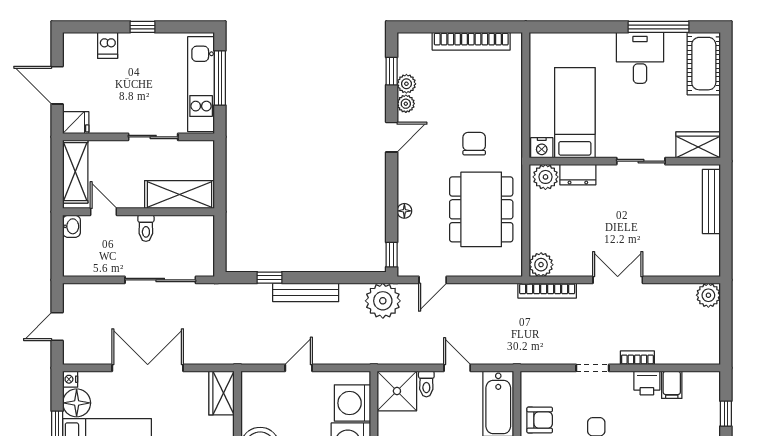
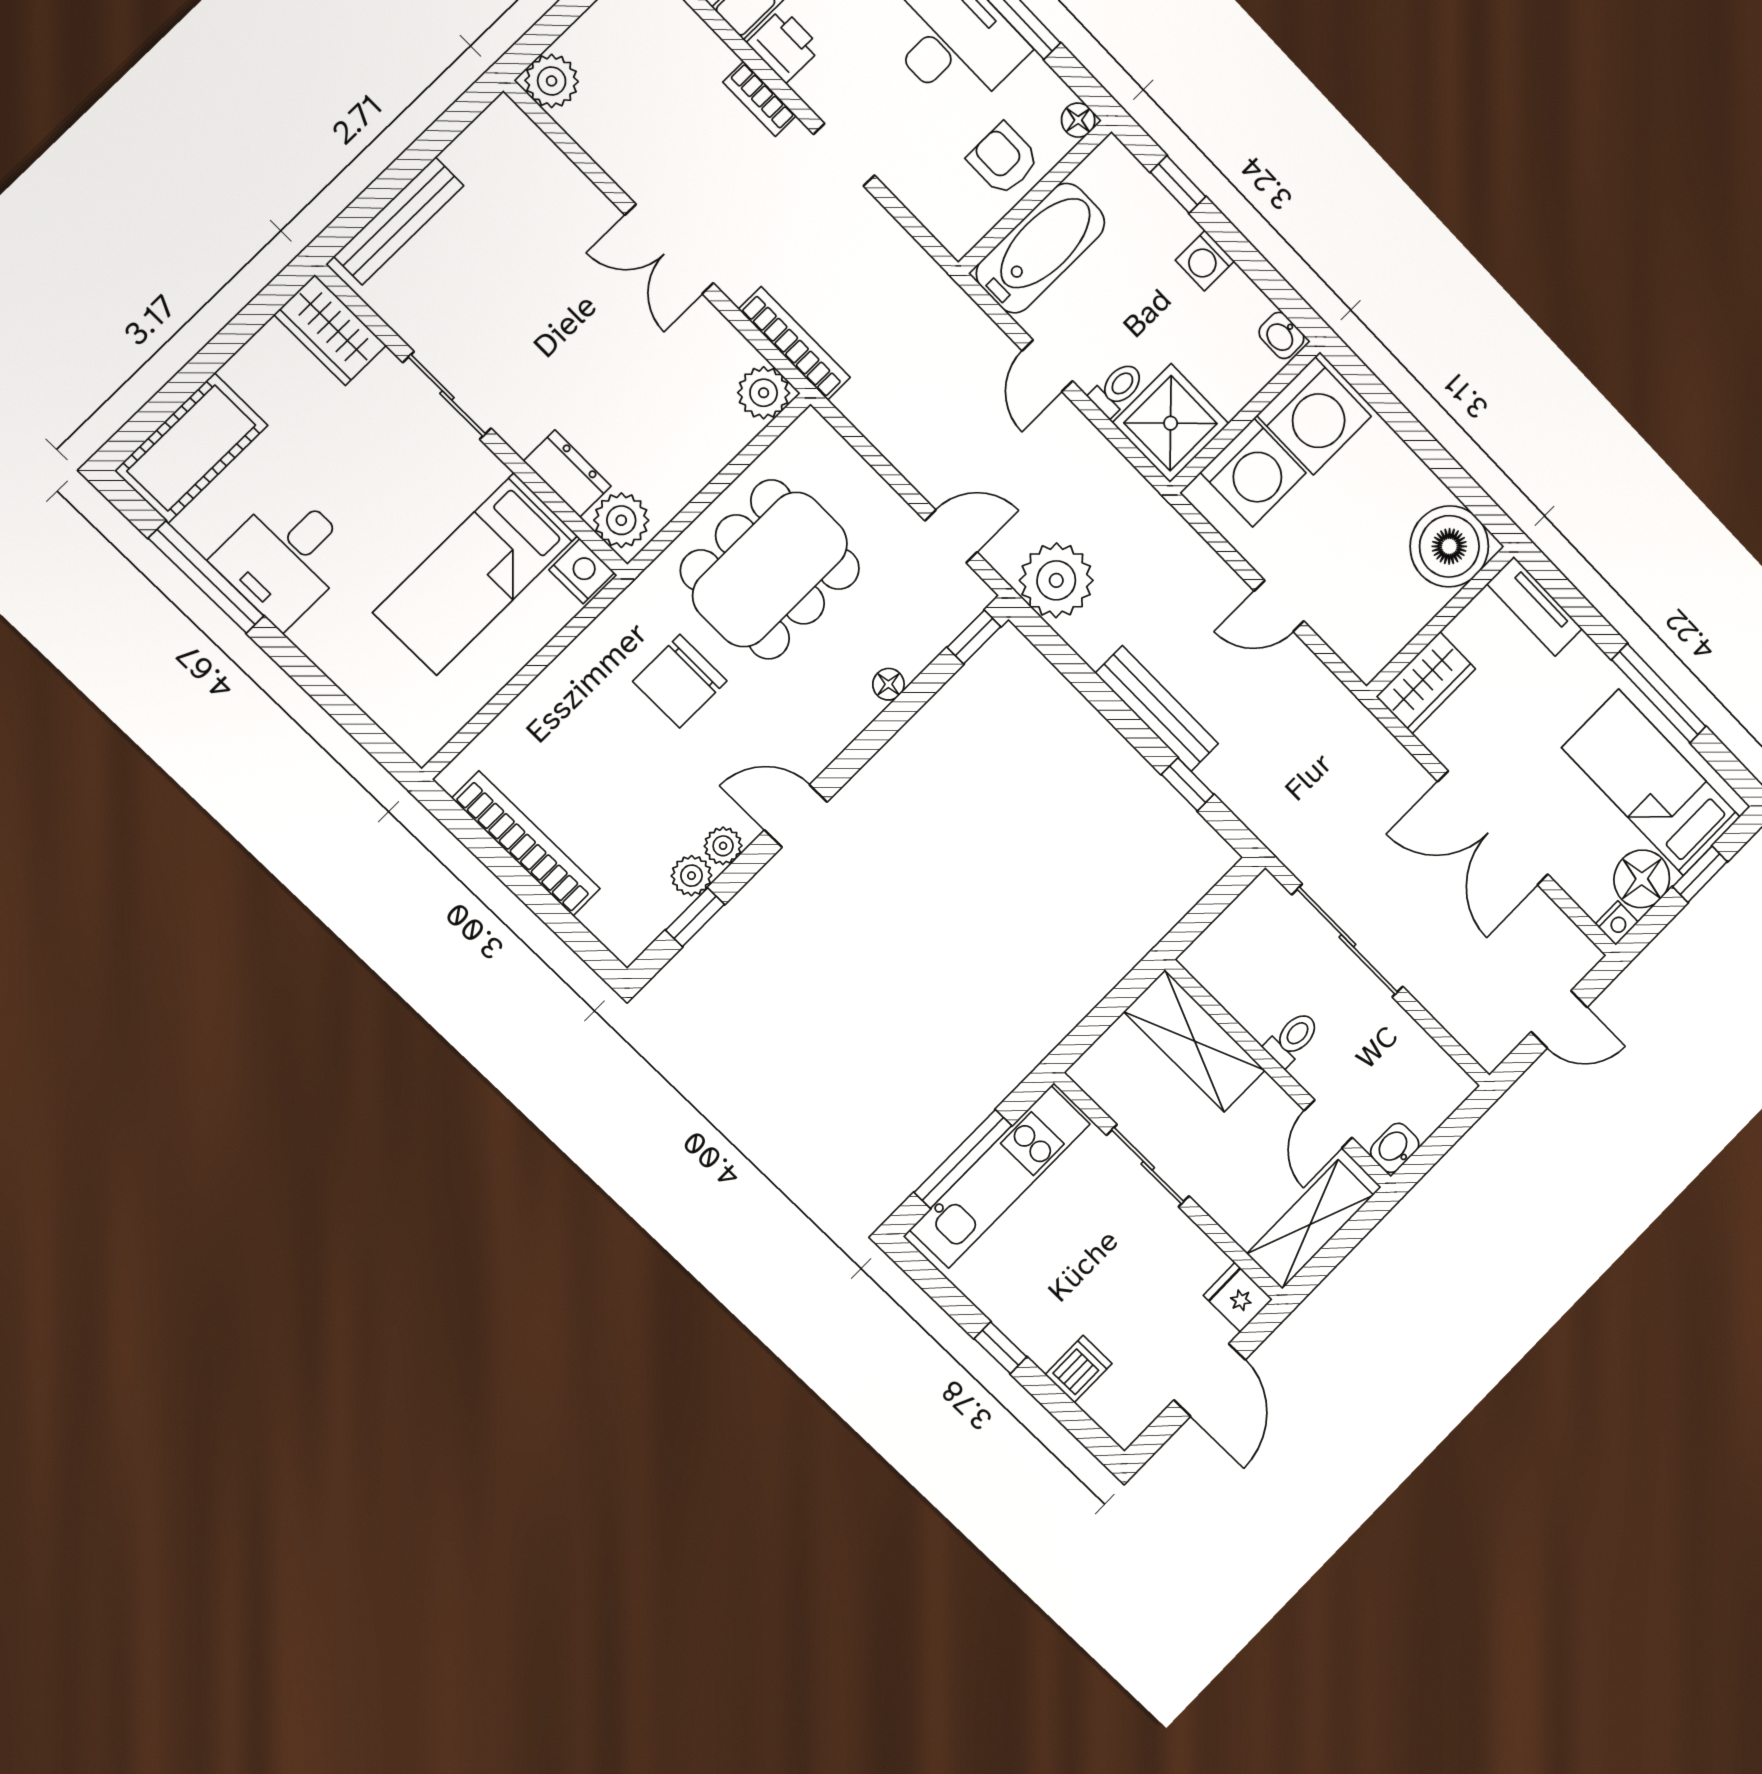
chair: (474, 144) -> (680, 681), width x1.37, depth x1.37

